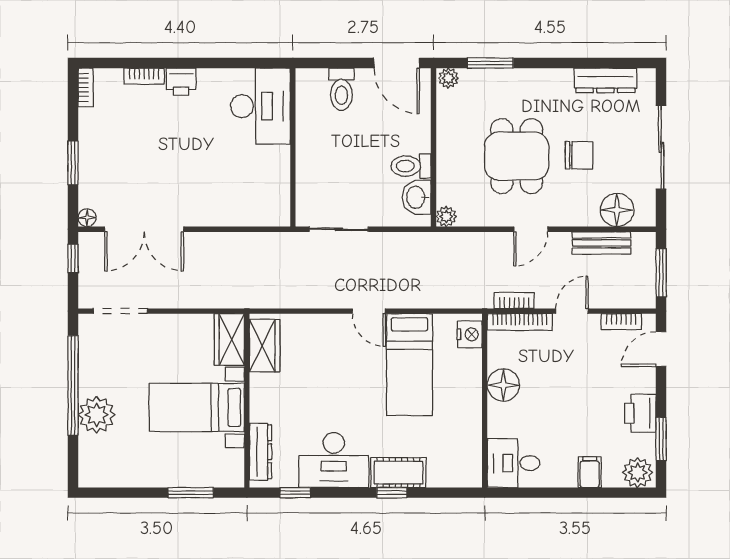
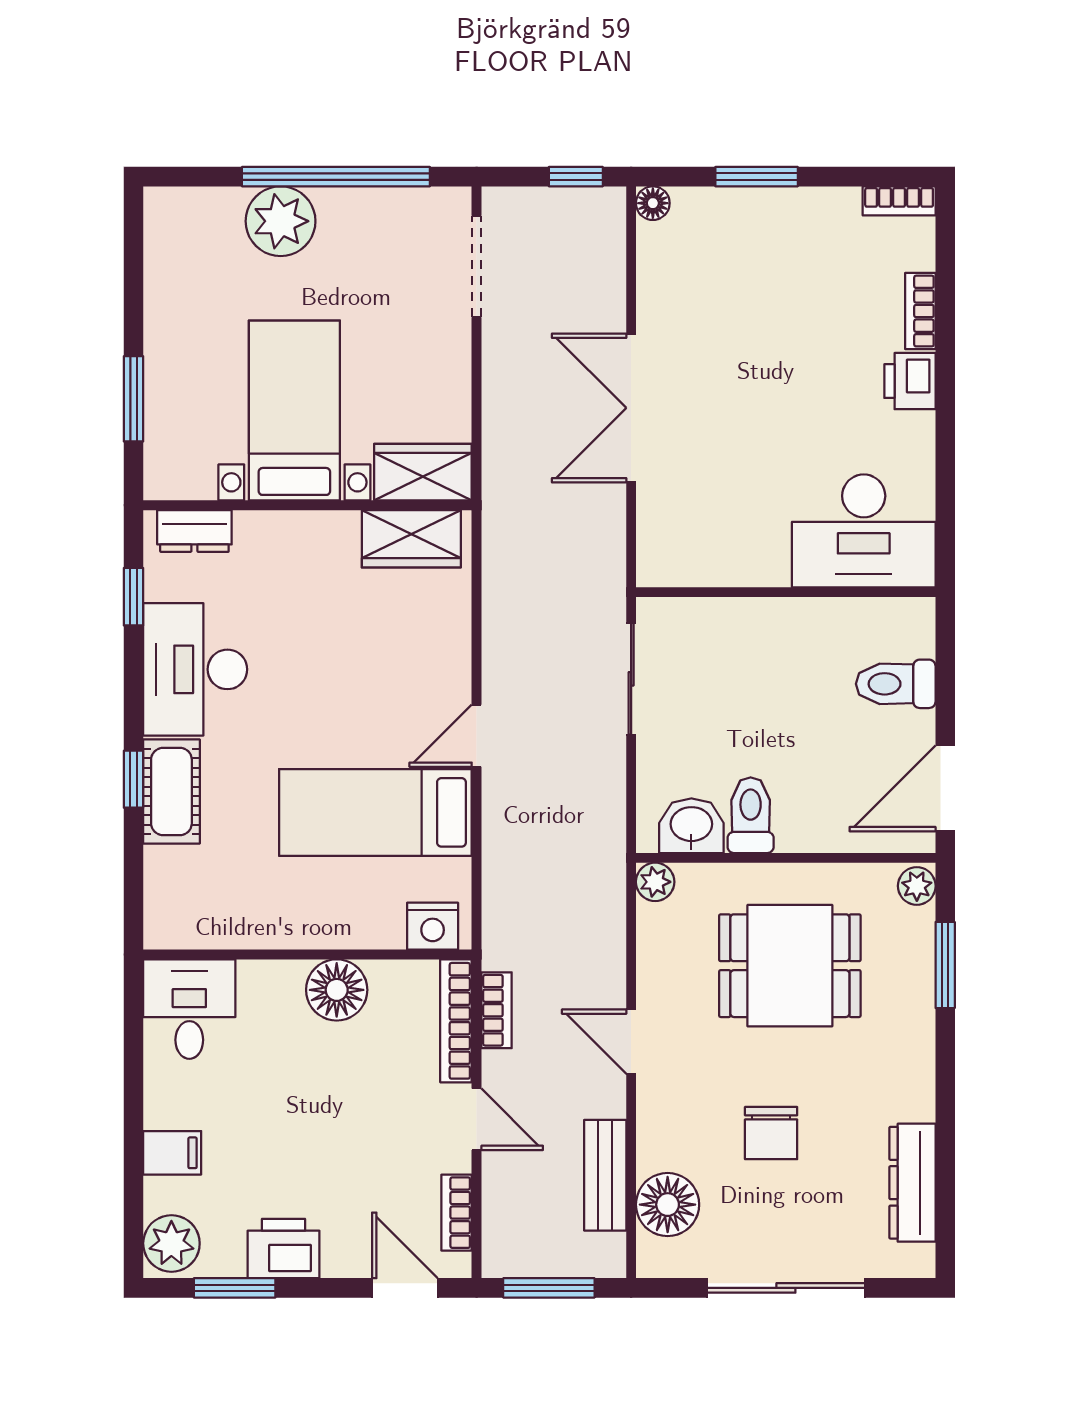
dining table: (517, 156) -> (790, 966), moved
double door: (144, 229) -> (631, 408), moved
dresser: (261, 452) -> (194, 531), width x0.70

